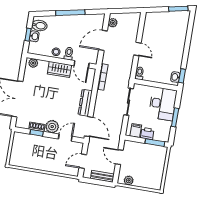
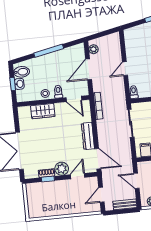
door: (137, 49) -> (125, 69), swing flipped
plant: (33, 63) -> (26, 111), removed
wardrobe: (59, 69) -> (43, 111), moved

